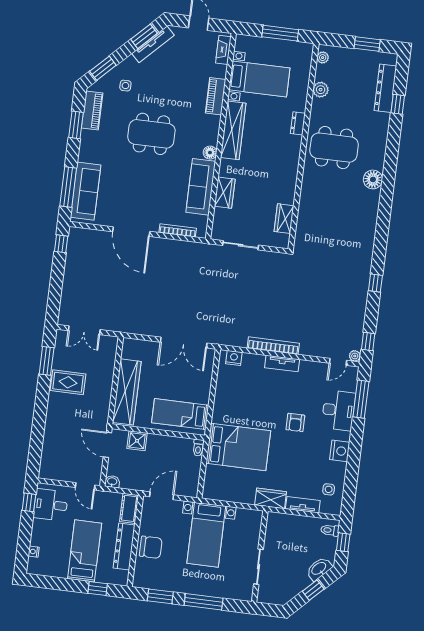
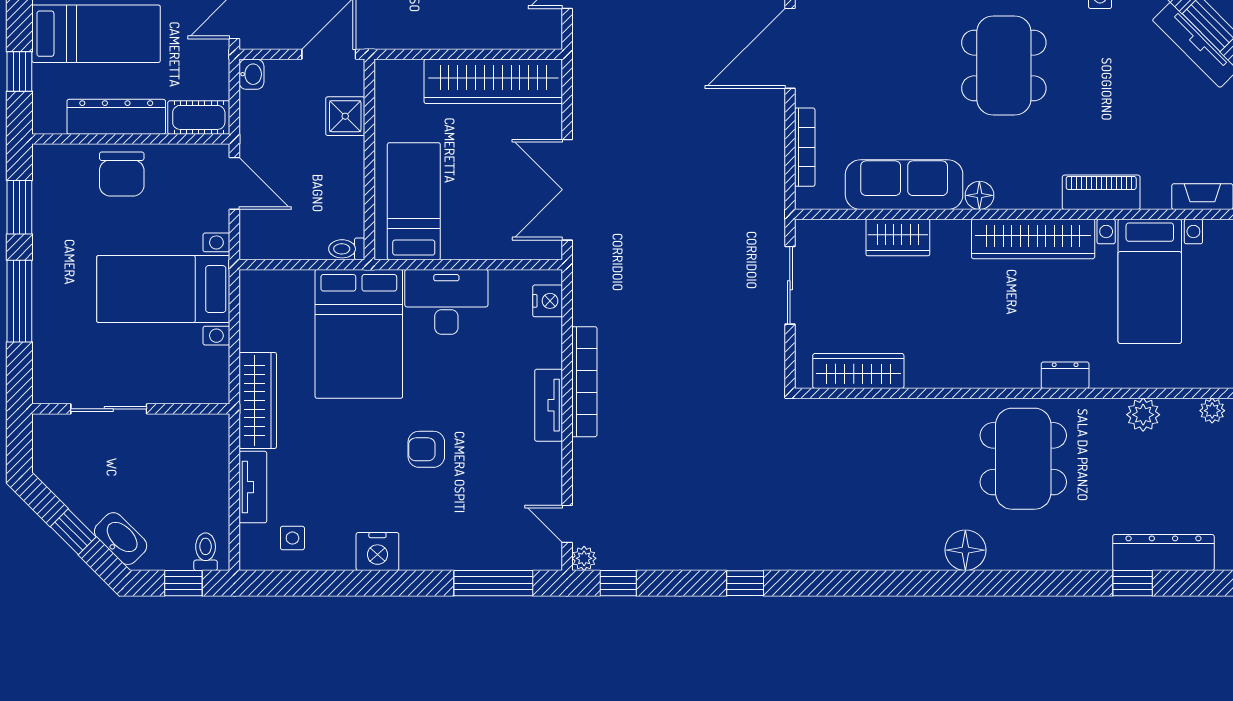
wardrobe: (284, 219) -> (858, 371), width x1.50
wardrobe: (127, 392) -> (493, 81), moved
desk: (338, 410) -> (446, 302), moved, turned 180
wardrobe: (271, 498) -> (258, 400), width x1.50

